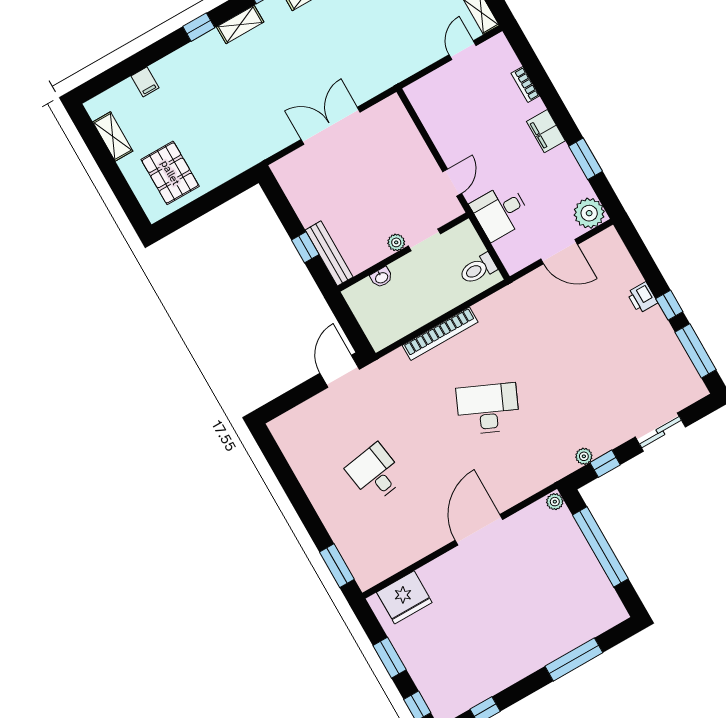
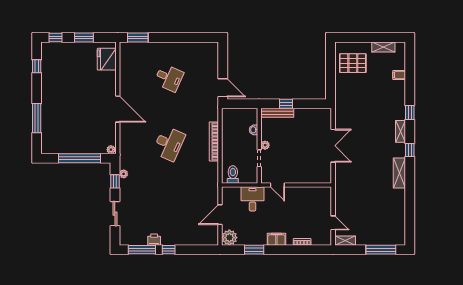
printer: (642, 298) -> (154, 240), moved
desk: (375, 473) -> (169, 78), turned 33

